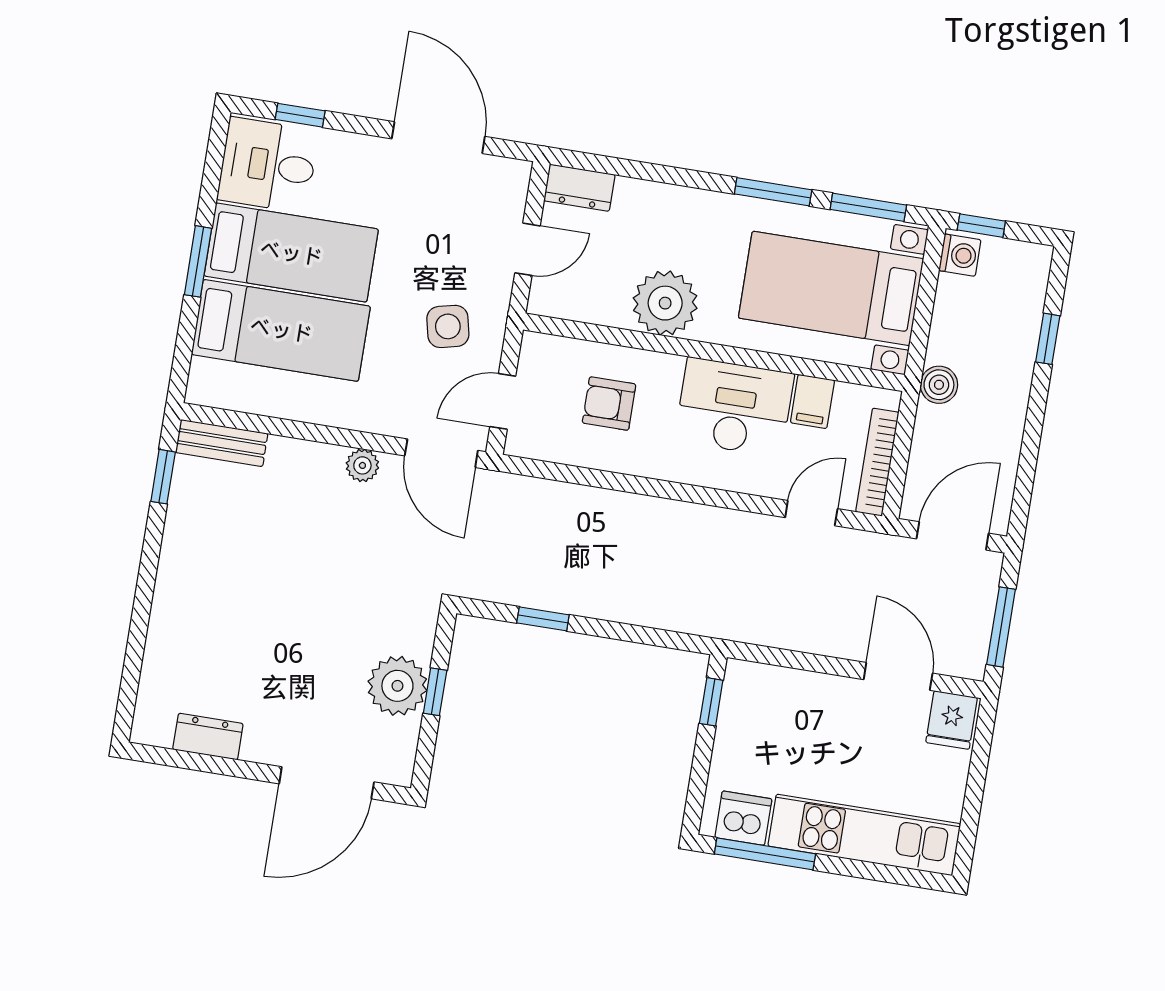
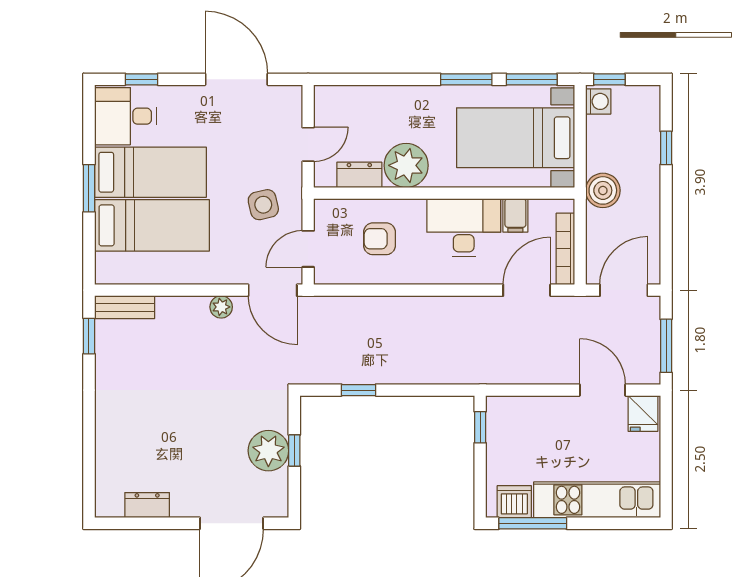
dresser: (579, 188) -> (359, 175), moved, turned 180
boiler: (939, 385) -> (603, 190), width x1.36, depth x1.36
door: (811, 513) -> (527, 290), width x1.37

